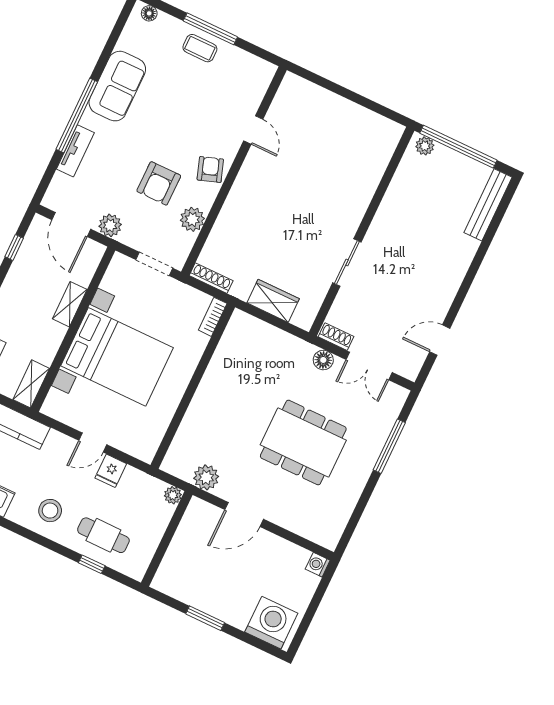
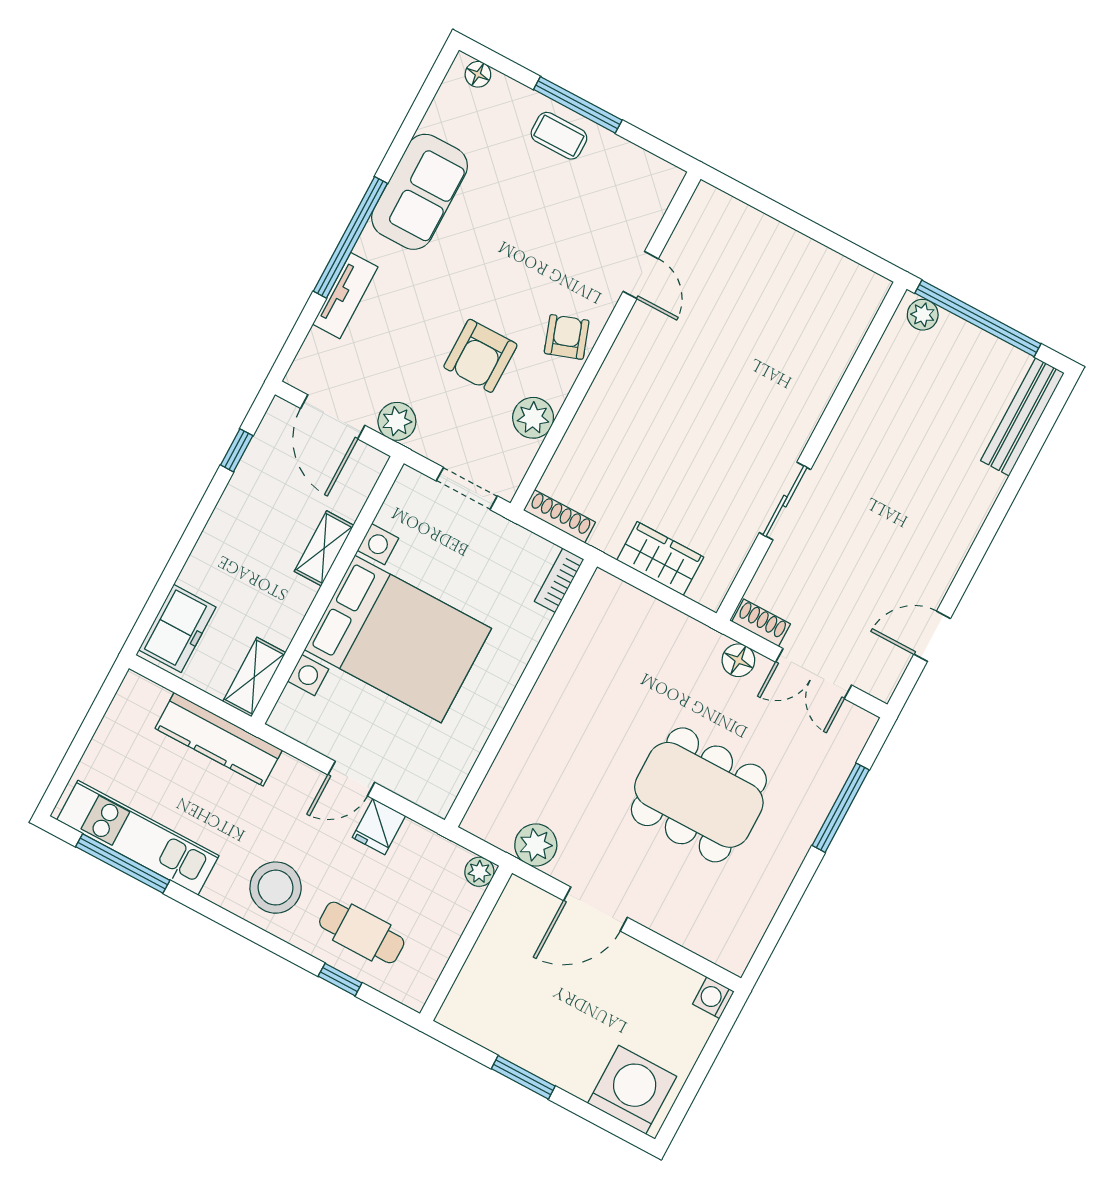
stool: (50, 511) -> (276, 888), width x1.38, depth x1.38

